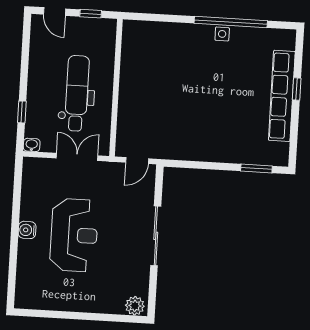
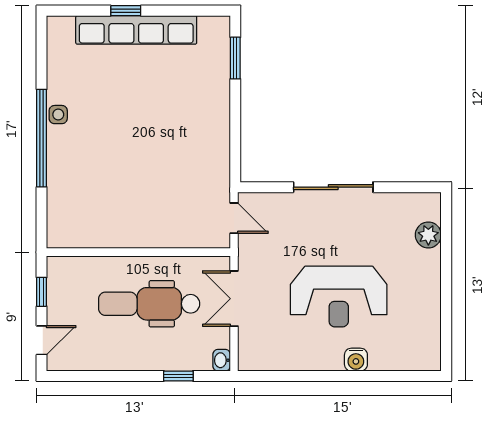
window: (231, 22) -> (42, 138), moved
water cooler: (27, 230) -> (356, 360), moved
reception desk: (74, 235) -> (339, 296), turned 180
plant: (135, 306) -> (428, 235), moved

